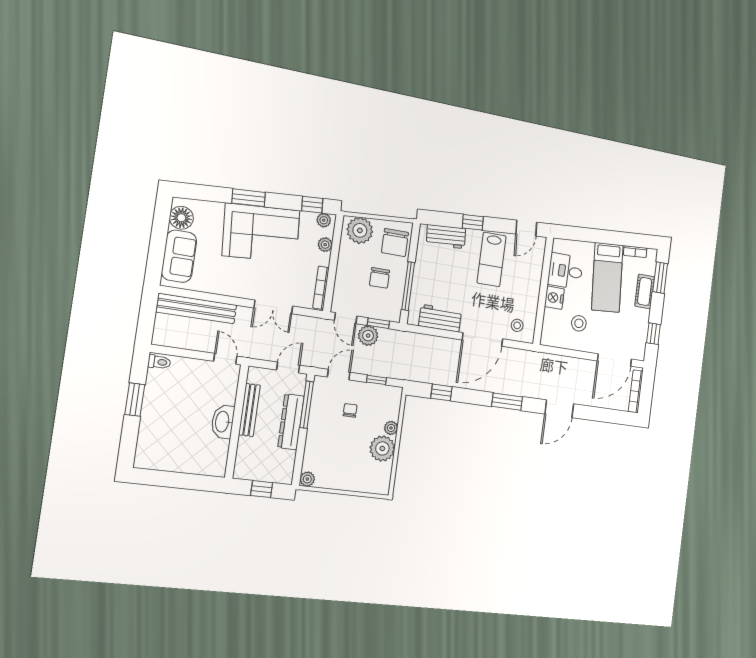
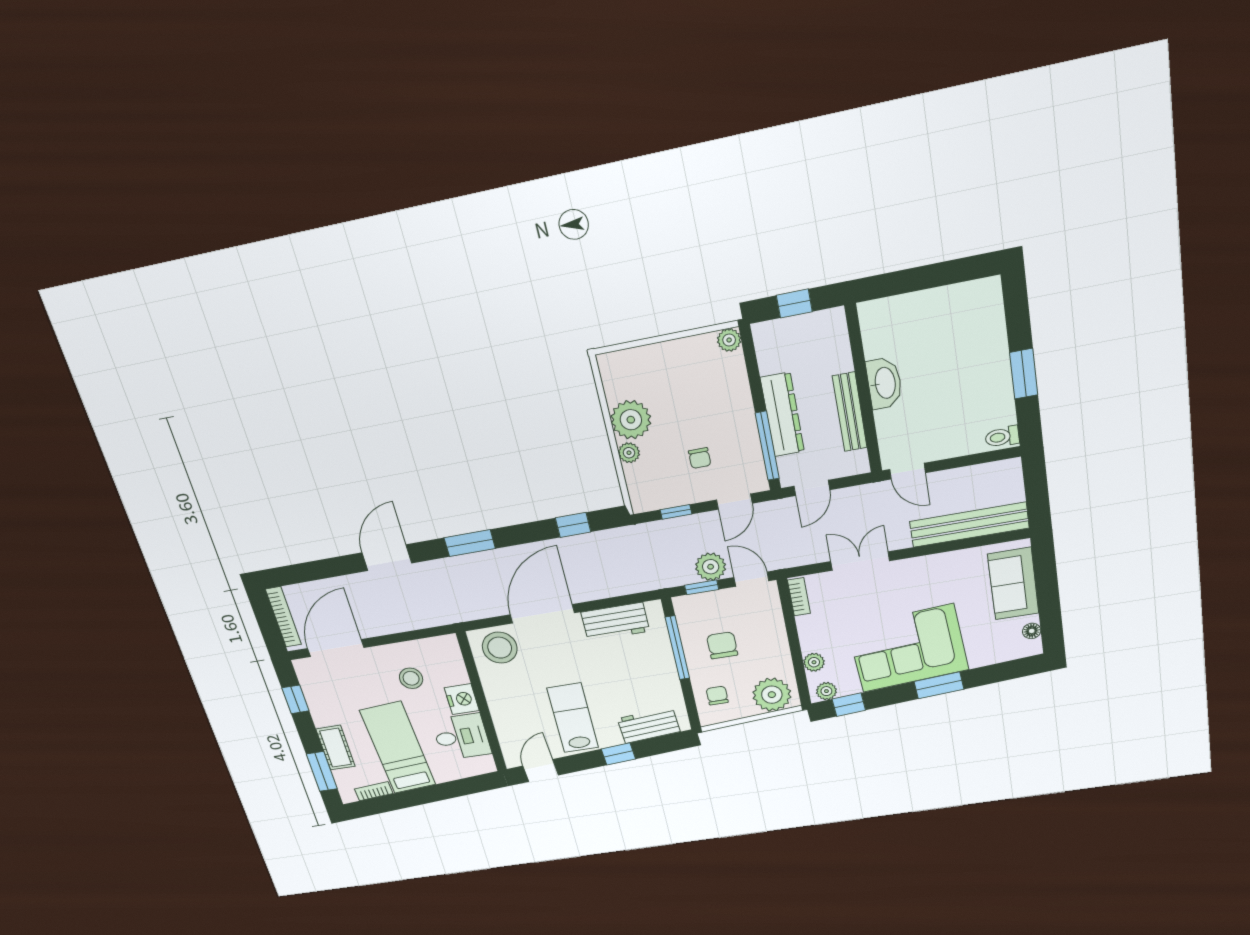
floor lamp: (181, 218) -> (1032, 631), width x0.53, depth x0.53
chair: (395, 243) -> (717, 696), width x0.54, depth x0.54
bookcase: (321, 288) -> (799, 597), width x0.64
stool: (517, 325) -> (500, 648), width x1.89, depth x1.89

